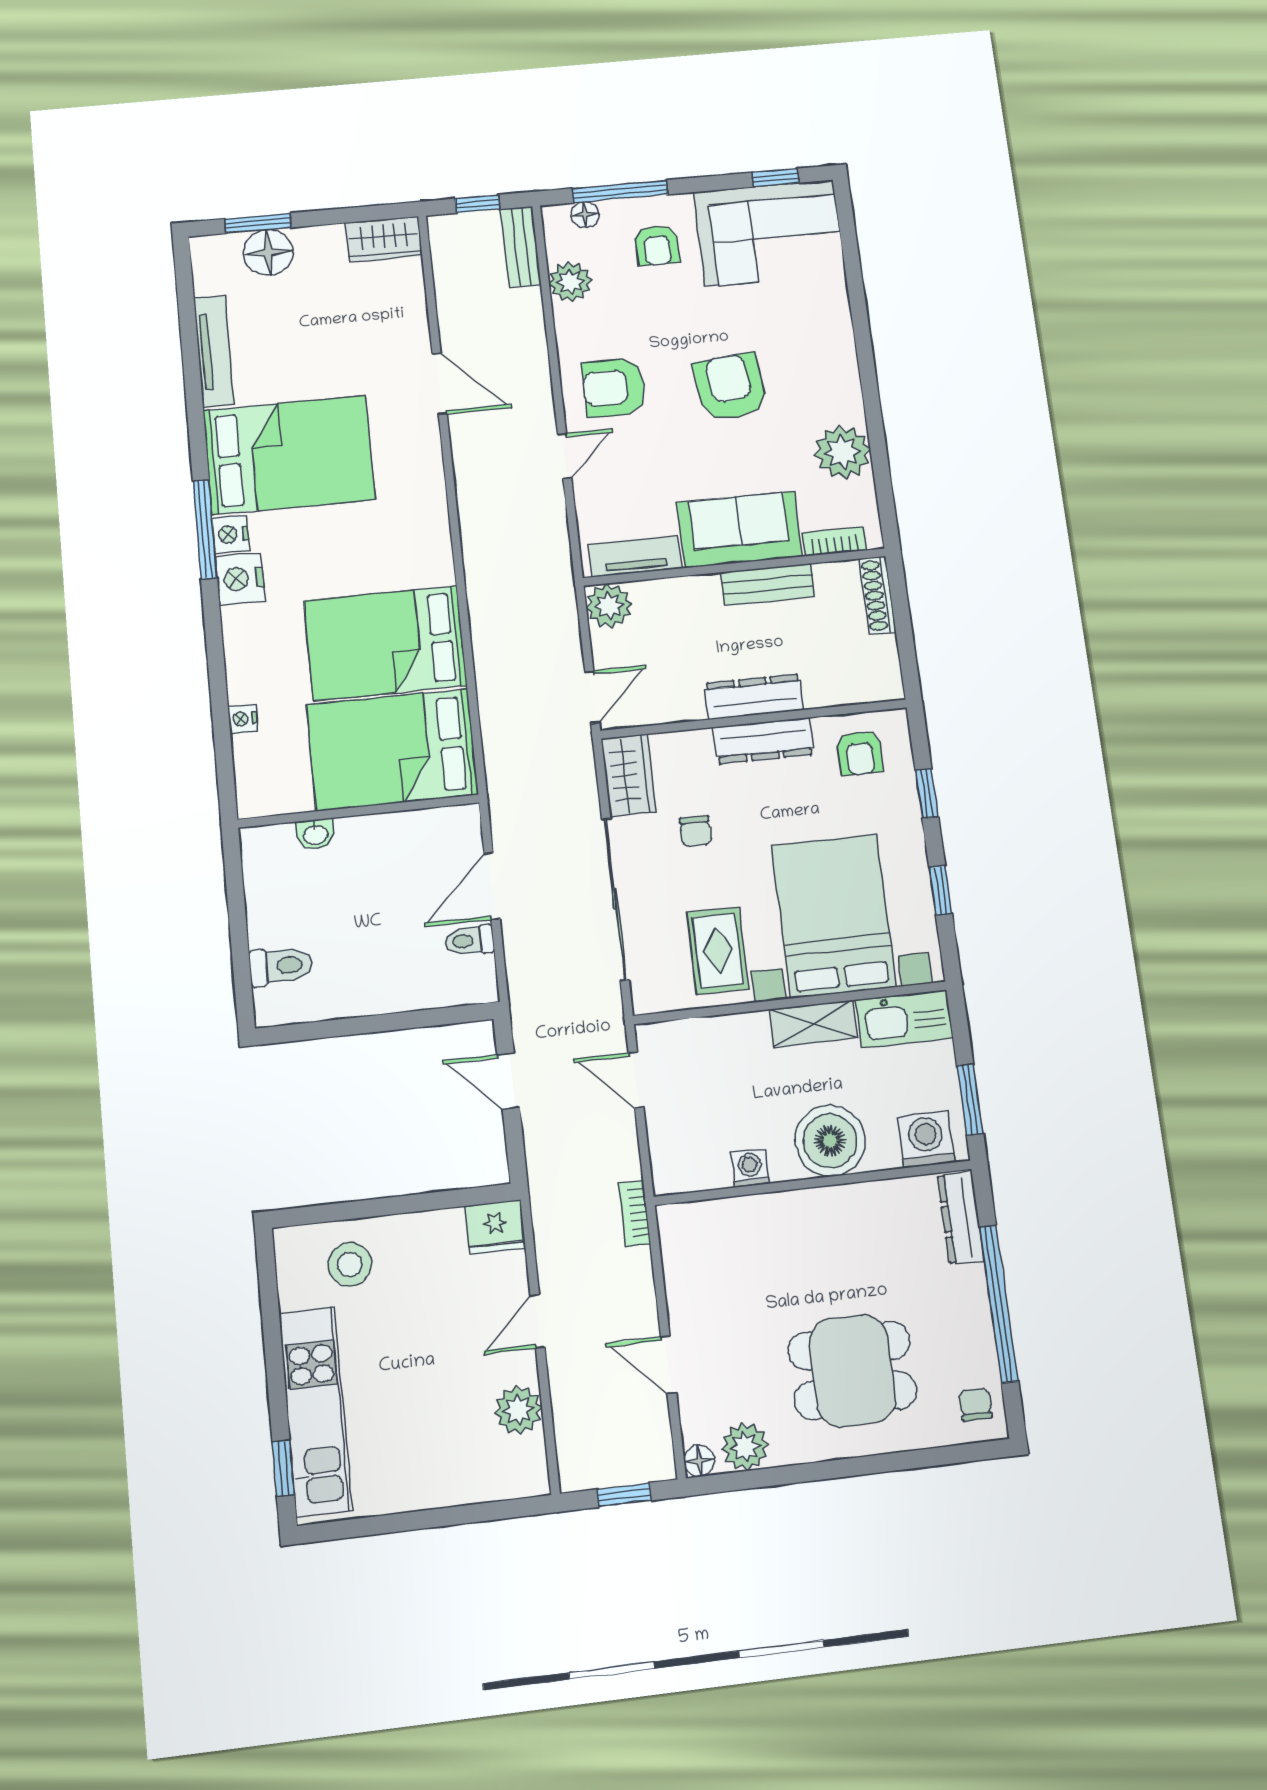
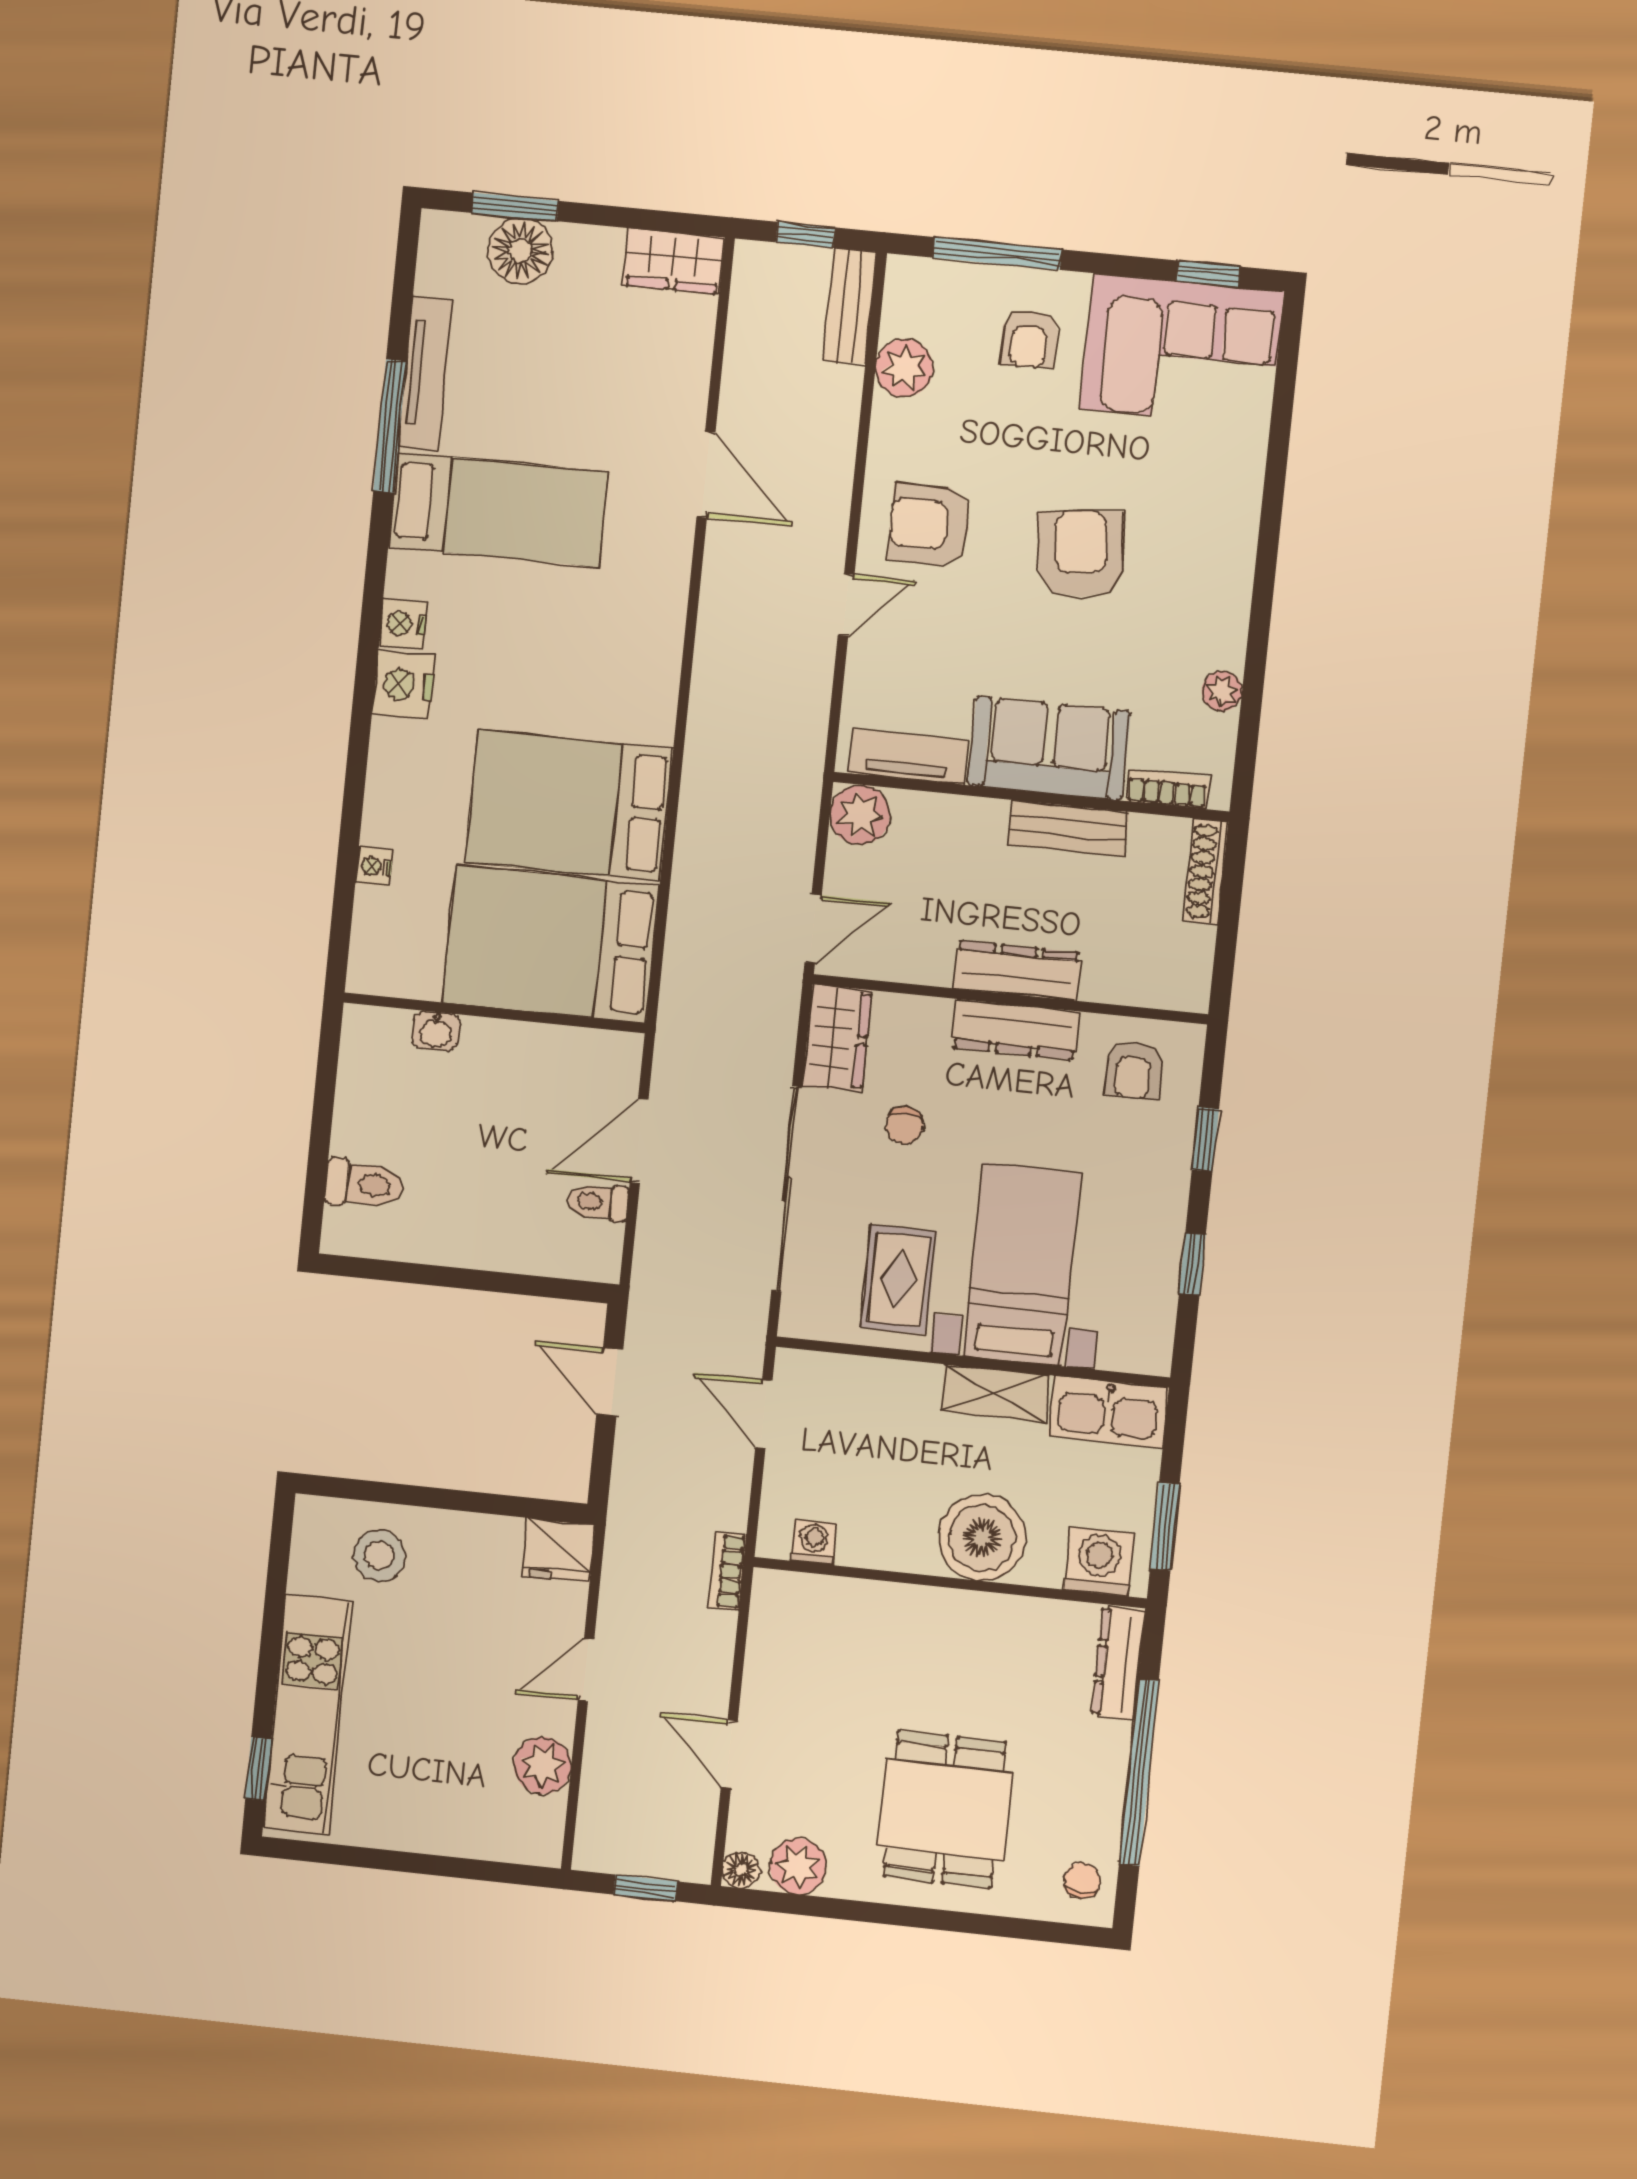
floor lamp: (585, 215) -> (944, 277), removed
plant: (842, 452) -> (1222, 691), width x0.53, depth x0.53
bed: (289, 455) -> (498, 509), width x0.67
window: (205, 529) -> (390, 426), moved
bed with nightstands: (834, 916) -> (1022, 1264), width x0.73
washing machine: (750, 1168) -> (814, 1542), moved
dining table: (852, 1371) -> (945, 1809), turned 90

